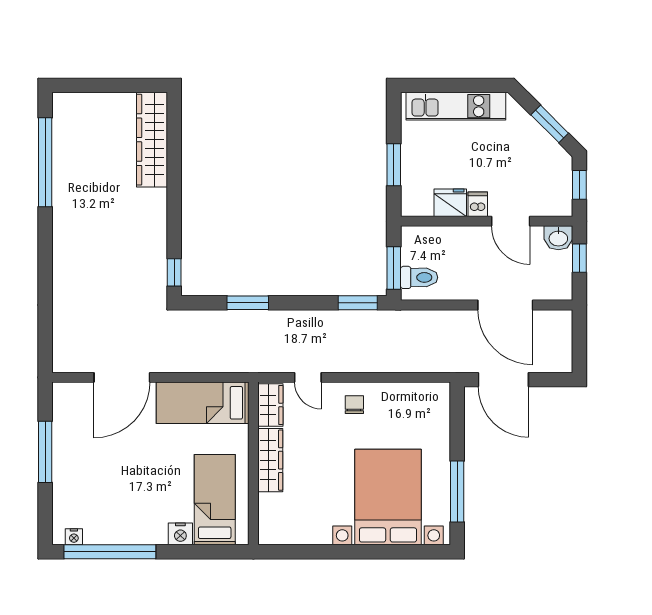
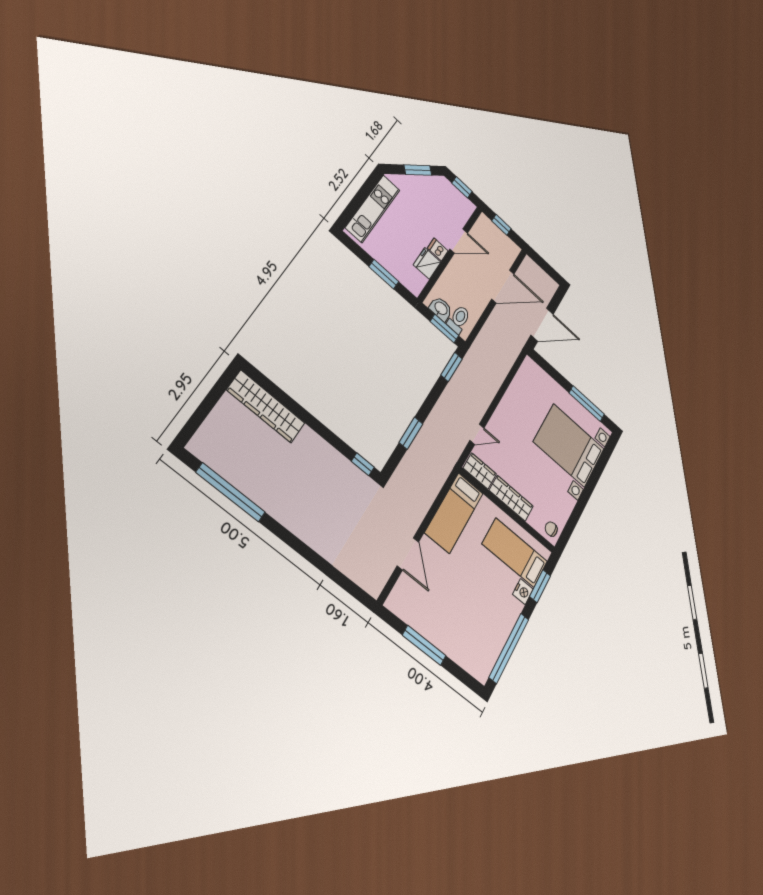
washbasin: (558, 238) -> (441, 309), moved, turned -90
door: (122, 377) -> (408, 554), width x0.73
chair: (354, 405) -> (551, 529), moved
nightstand: (74, 537) -> (487, 666), removed
window: (202, 552) -> (540, 586), added

